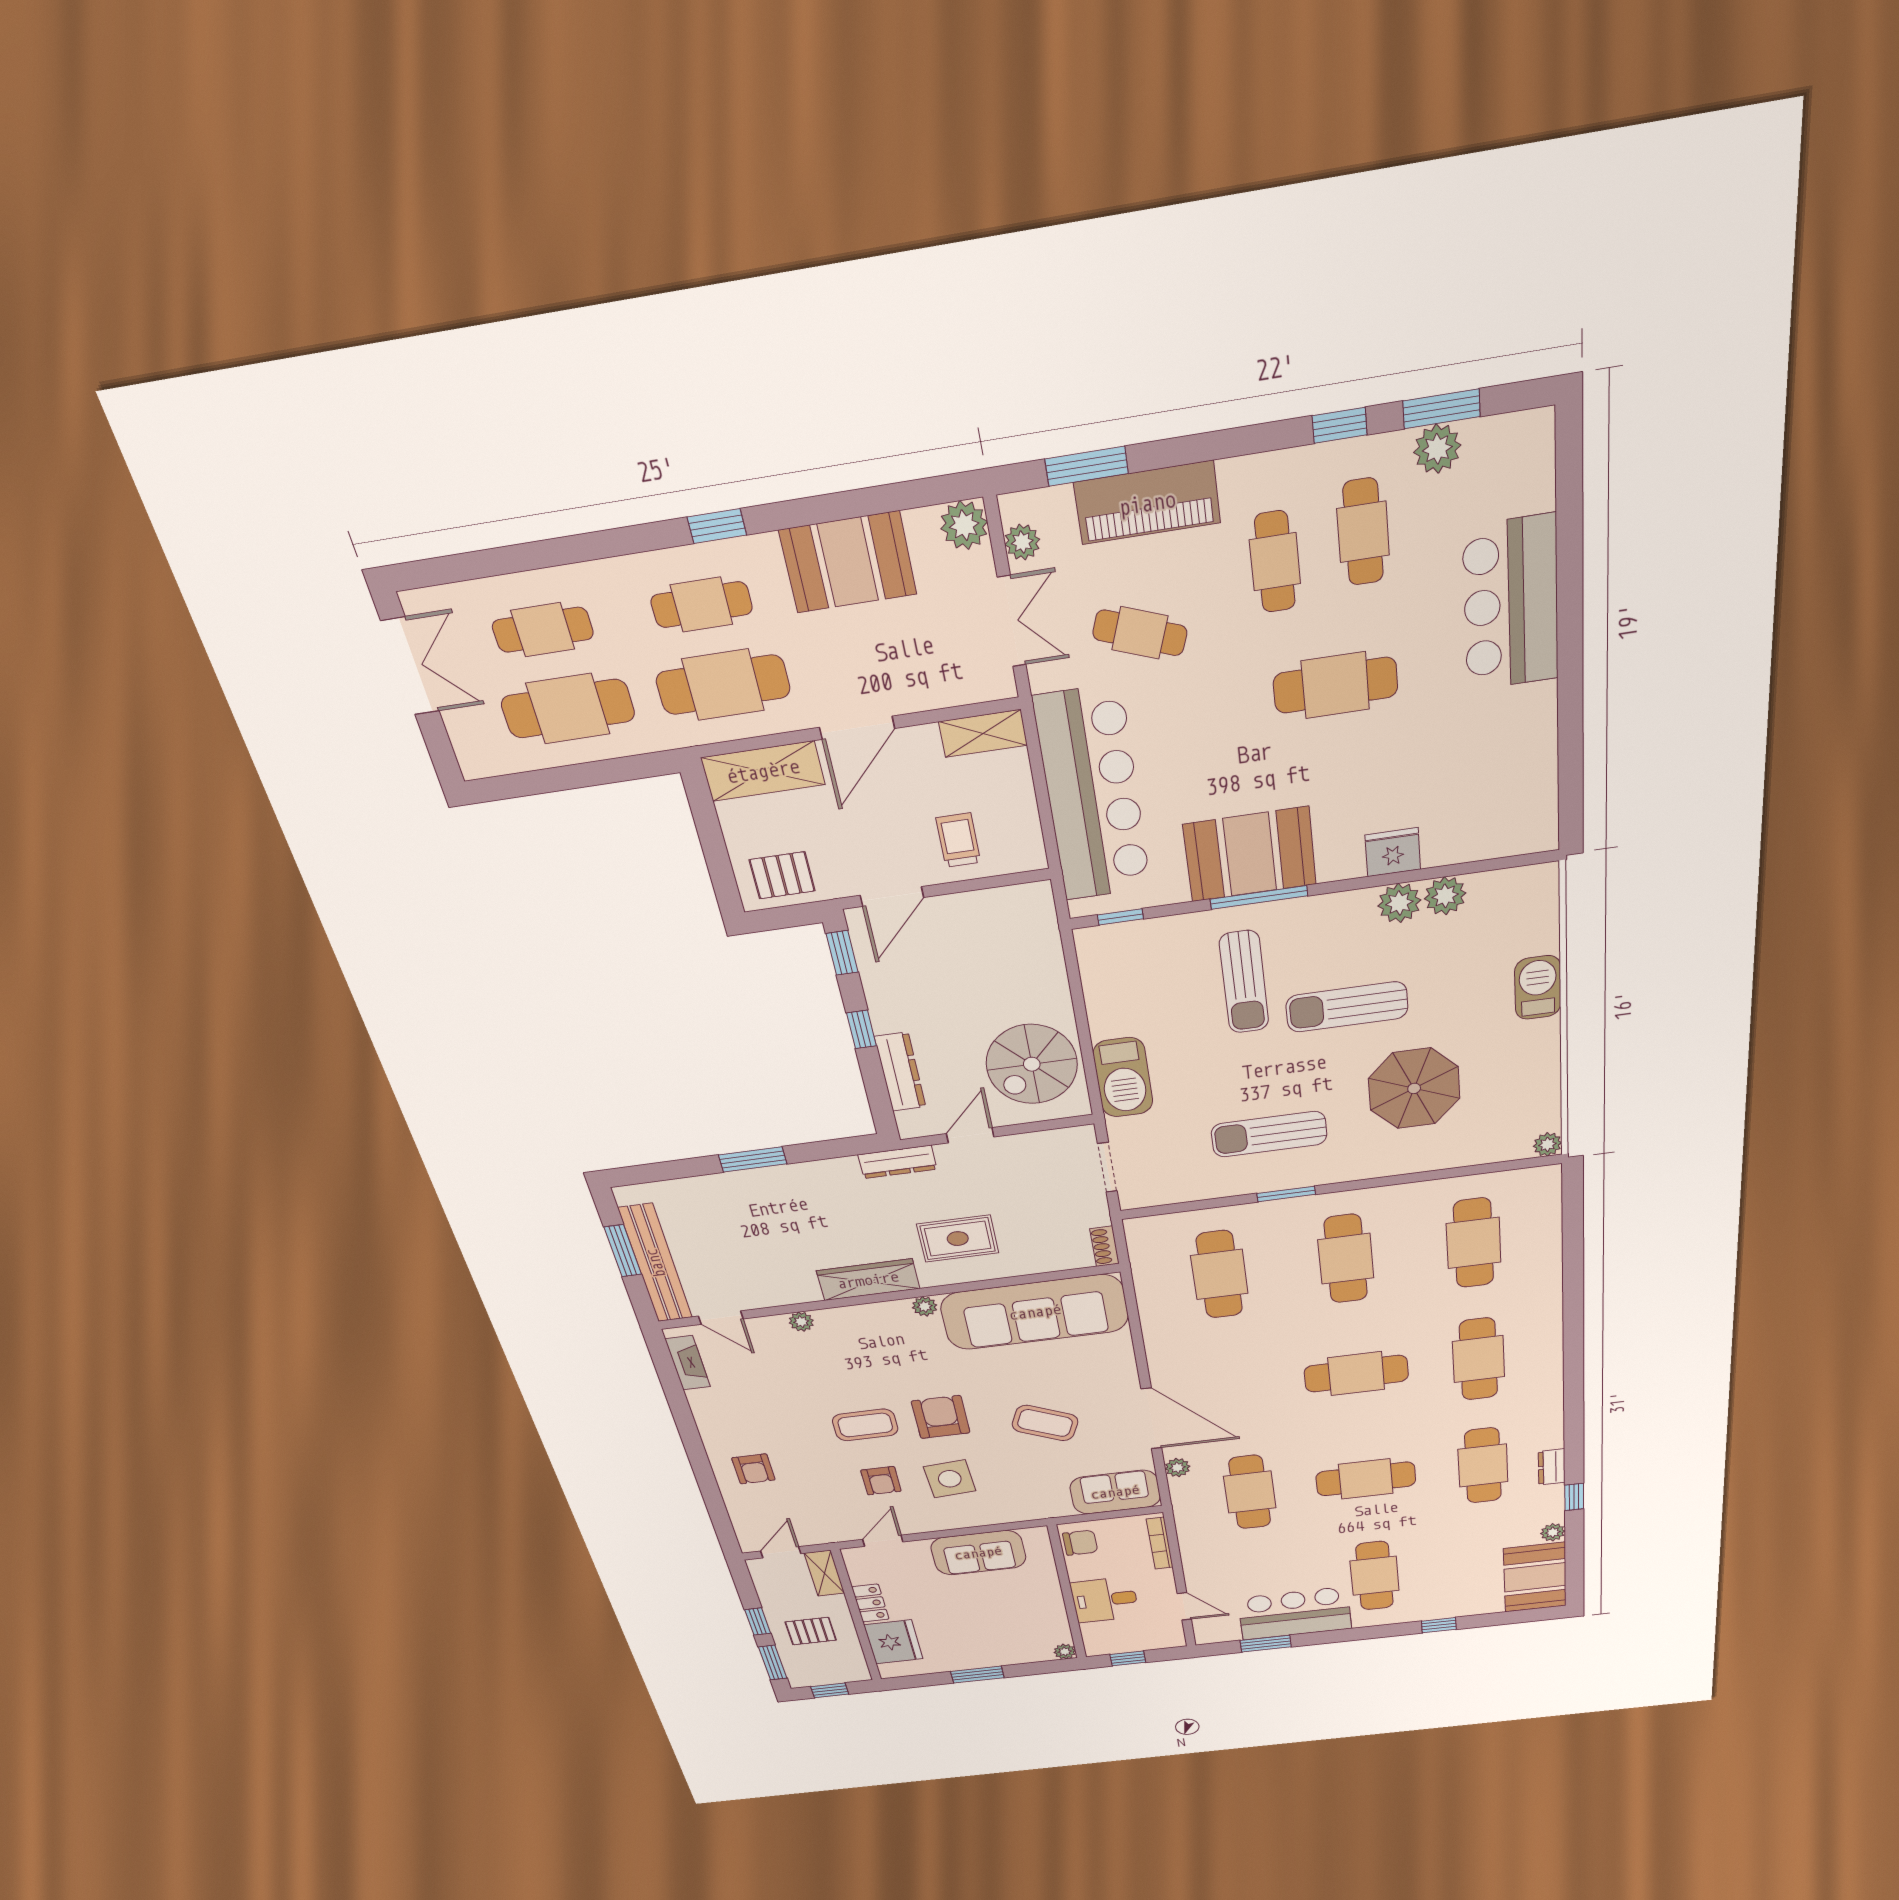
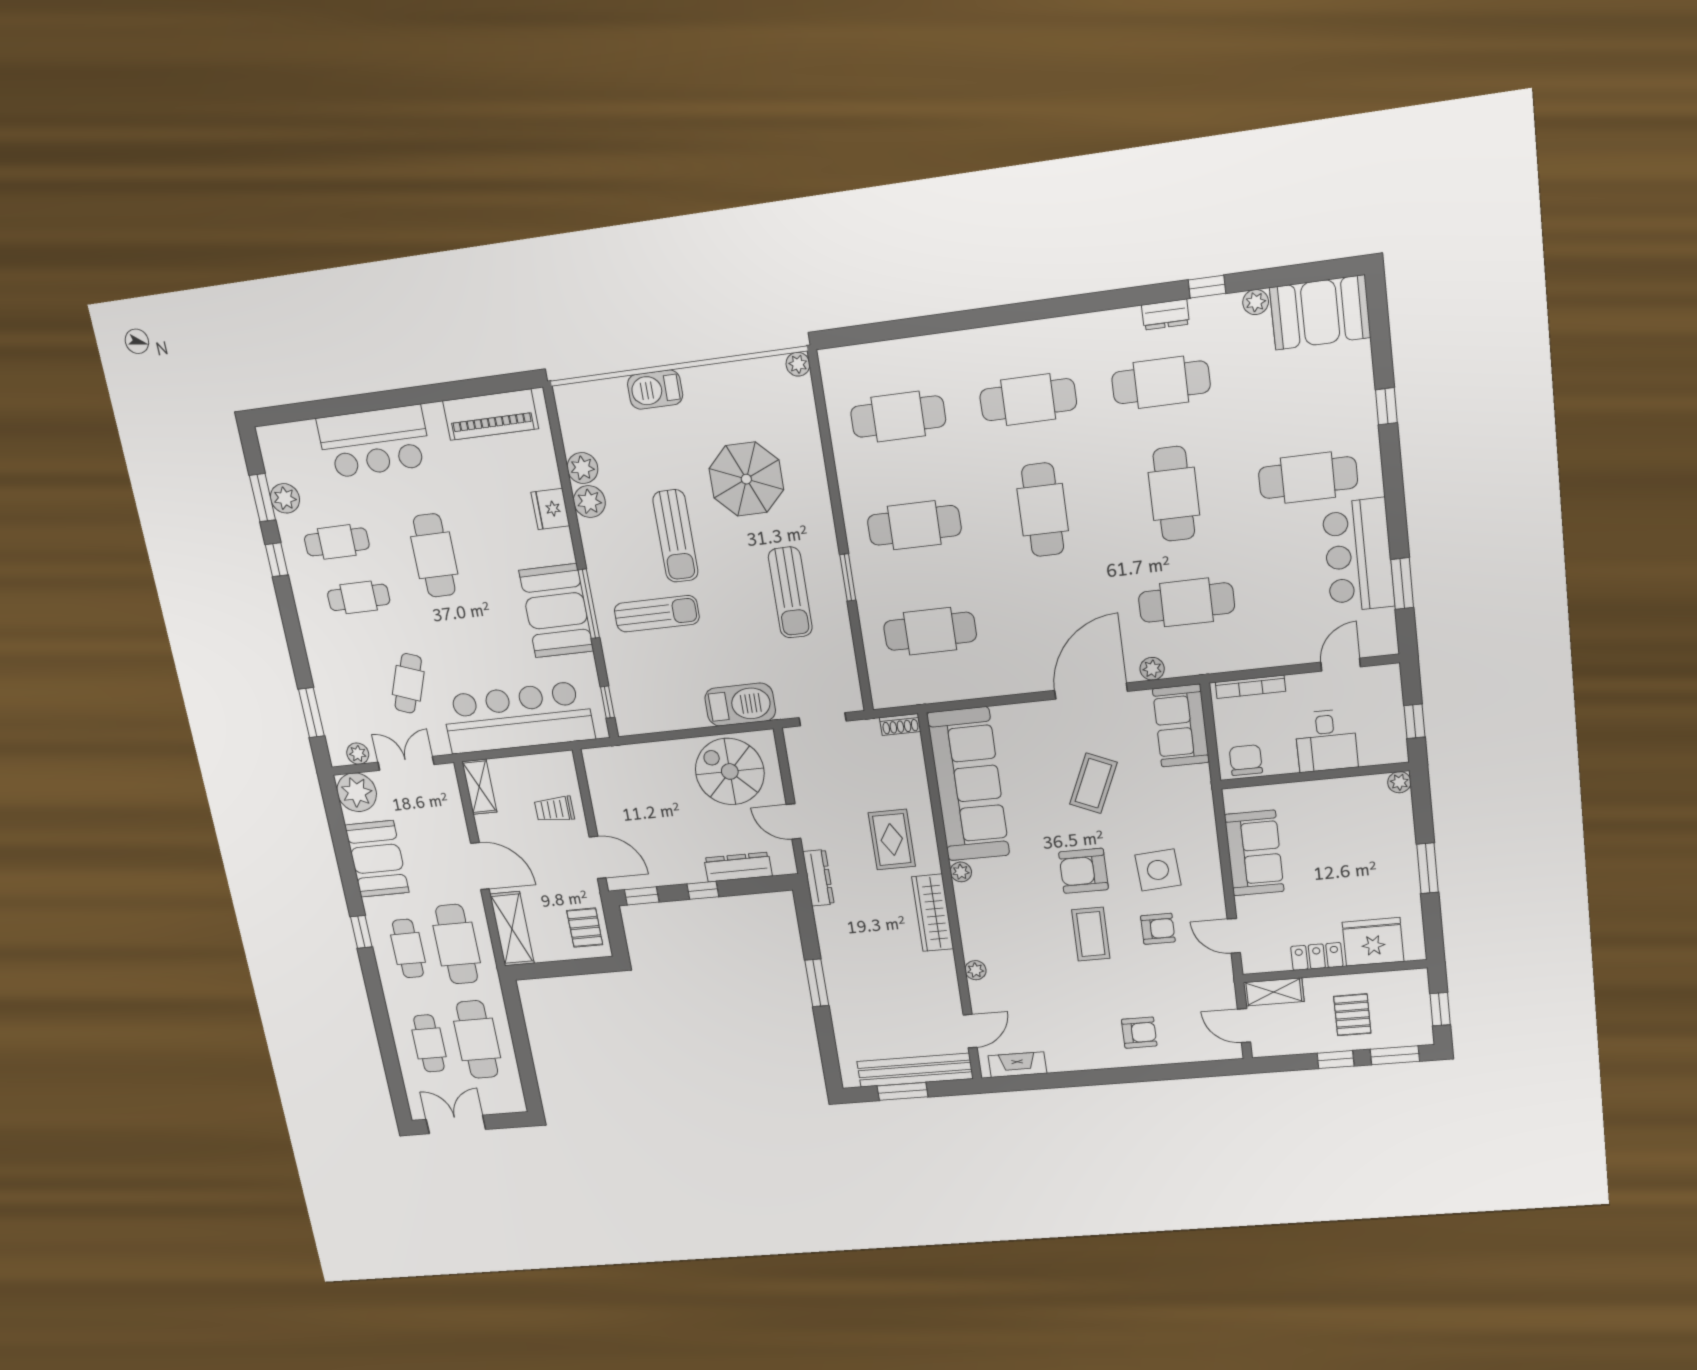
piano: (1147, 503) -> (491, 415), moved, turned 90
plant: (964, 525) -> (357, 792), width x1.36, depth x1.36
spiral stairs: (1032, 1064) -> (730, 771), turned 180

